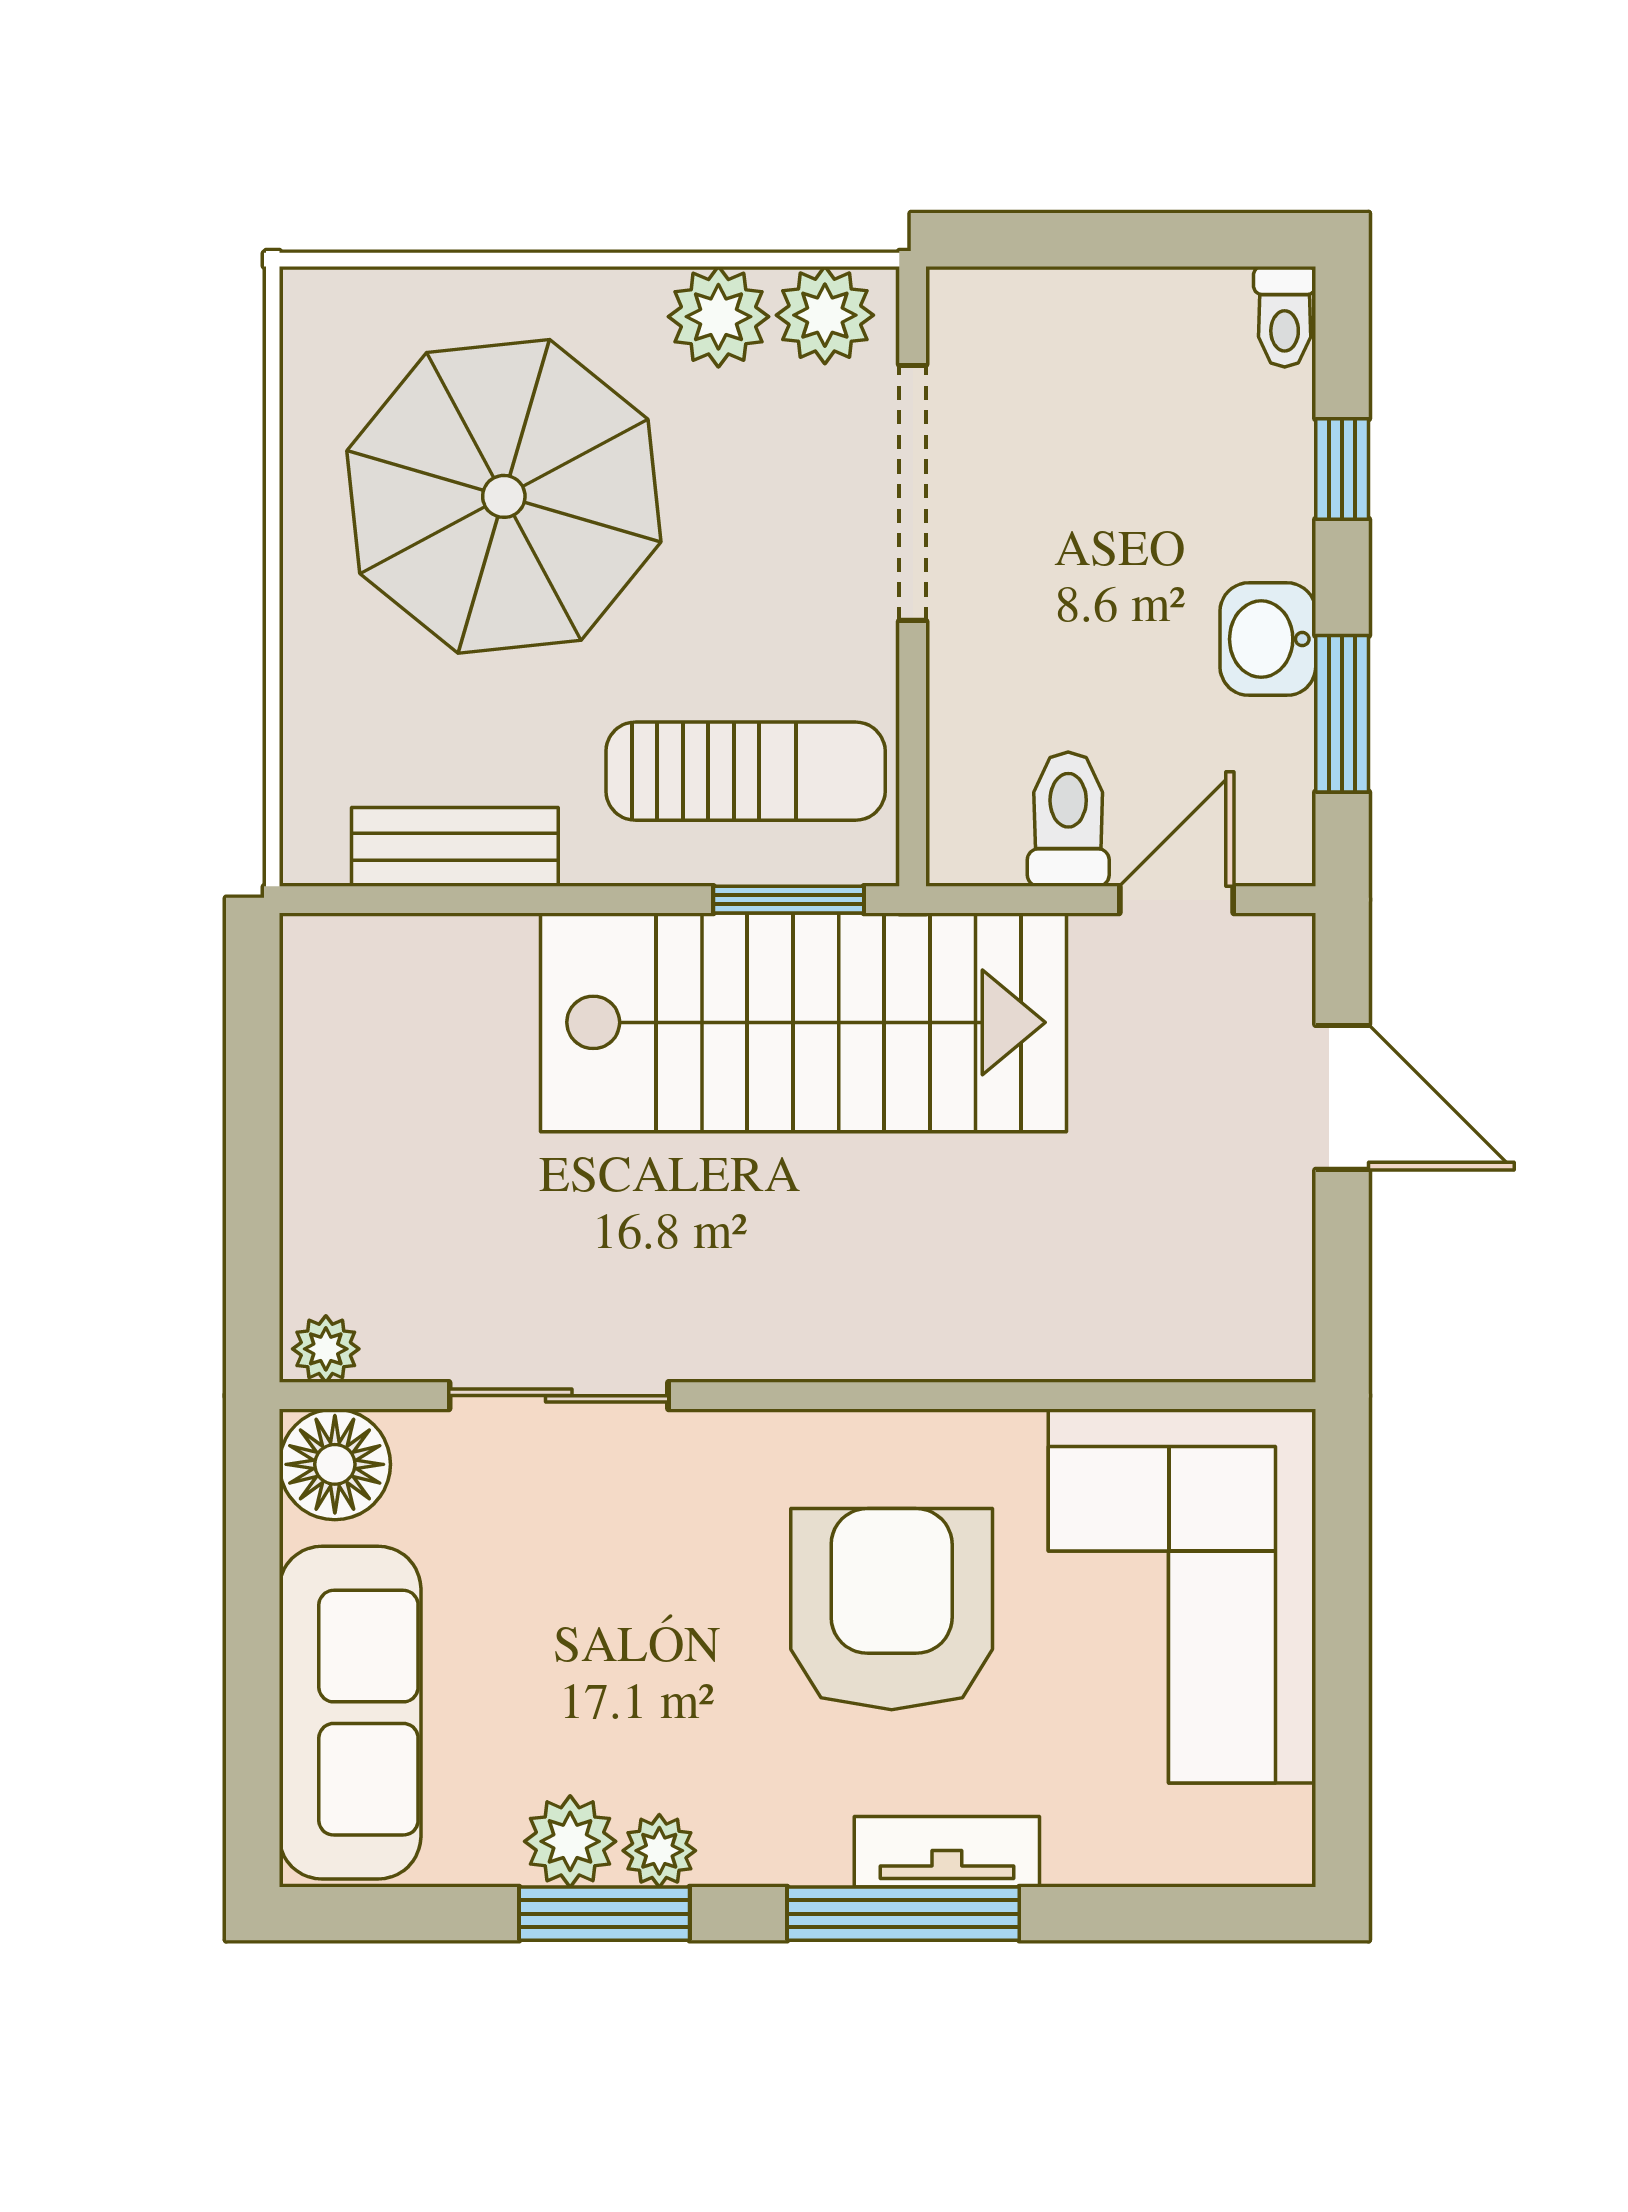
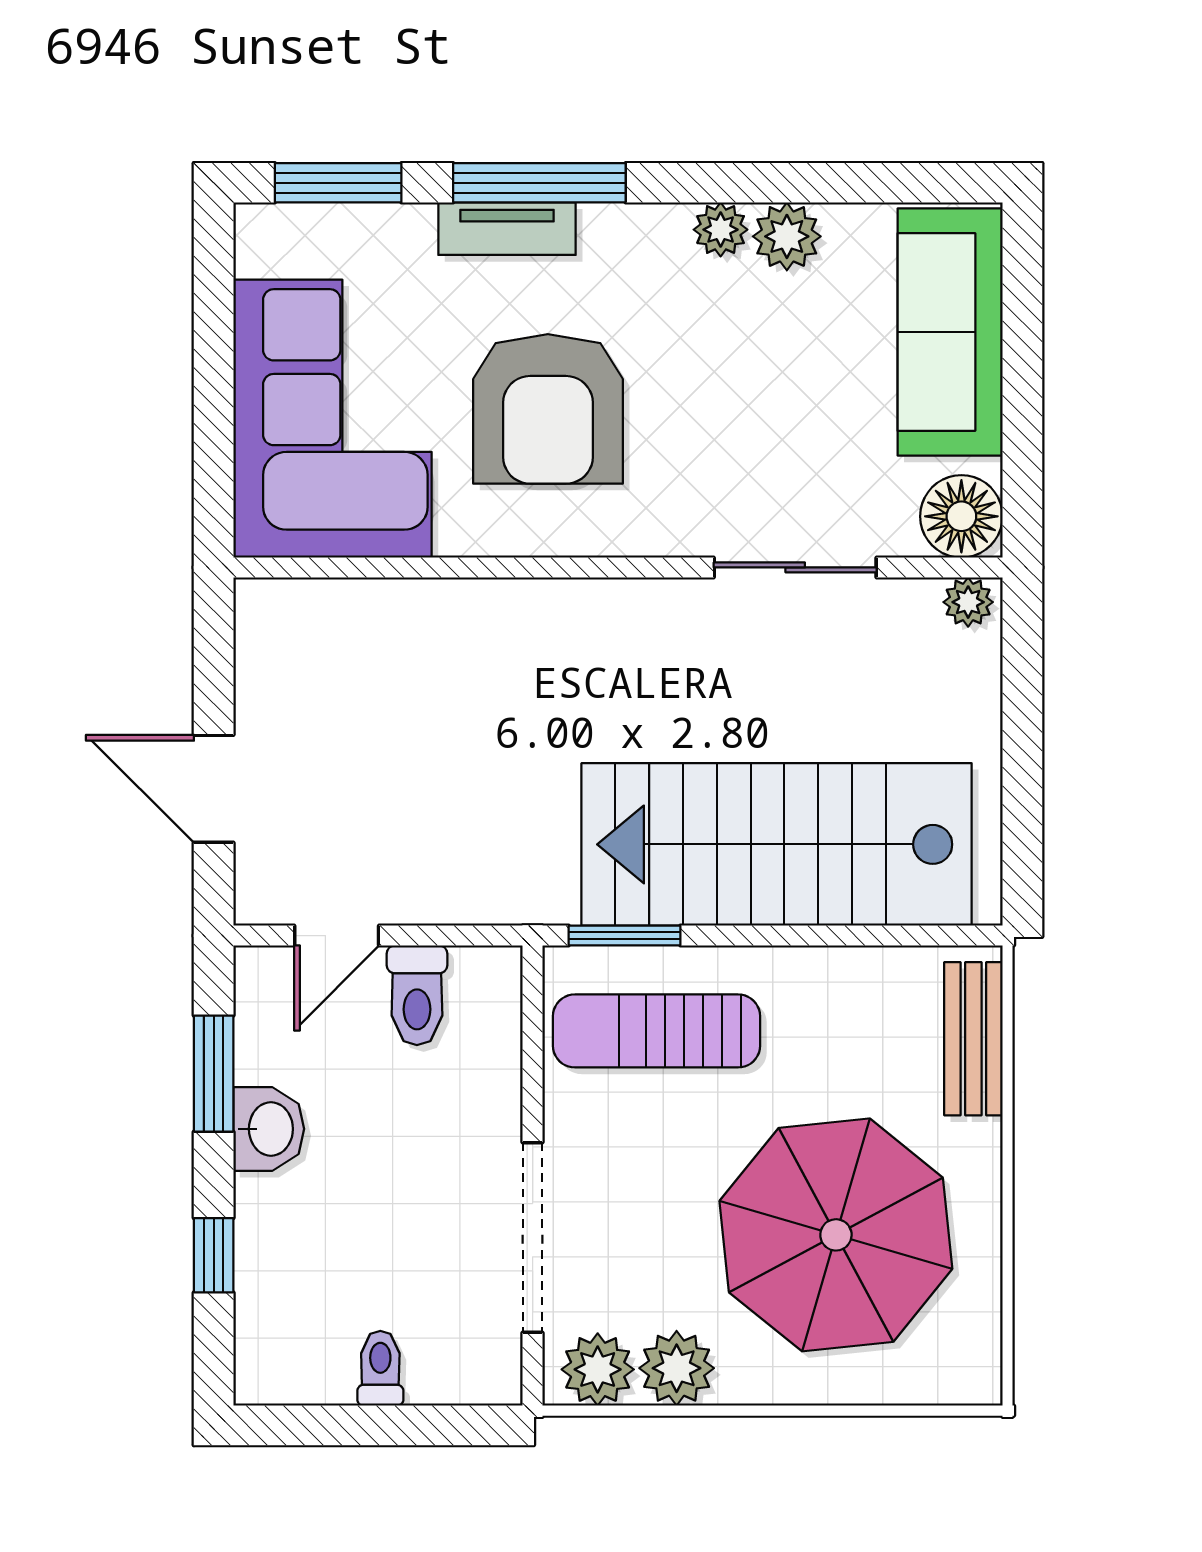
toilet: (1285, 317) -> (380, 1368), moved
bench: (455, 847) -> (973, 1039), moved, turned 90
stairs: (804, 1022) -> (777, 844), moved
window: (604, 1914) -> (338, 183), moved

